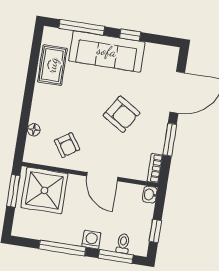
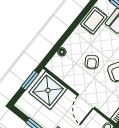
armchair: (67, 145) -> (92, 62), moved

